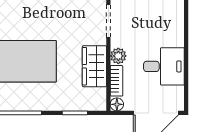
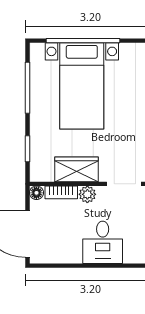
desk: (164, 66) -> (103, 242), moved

